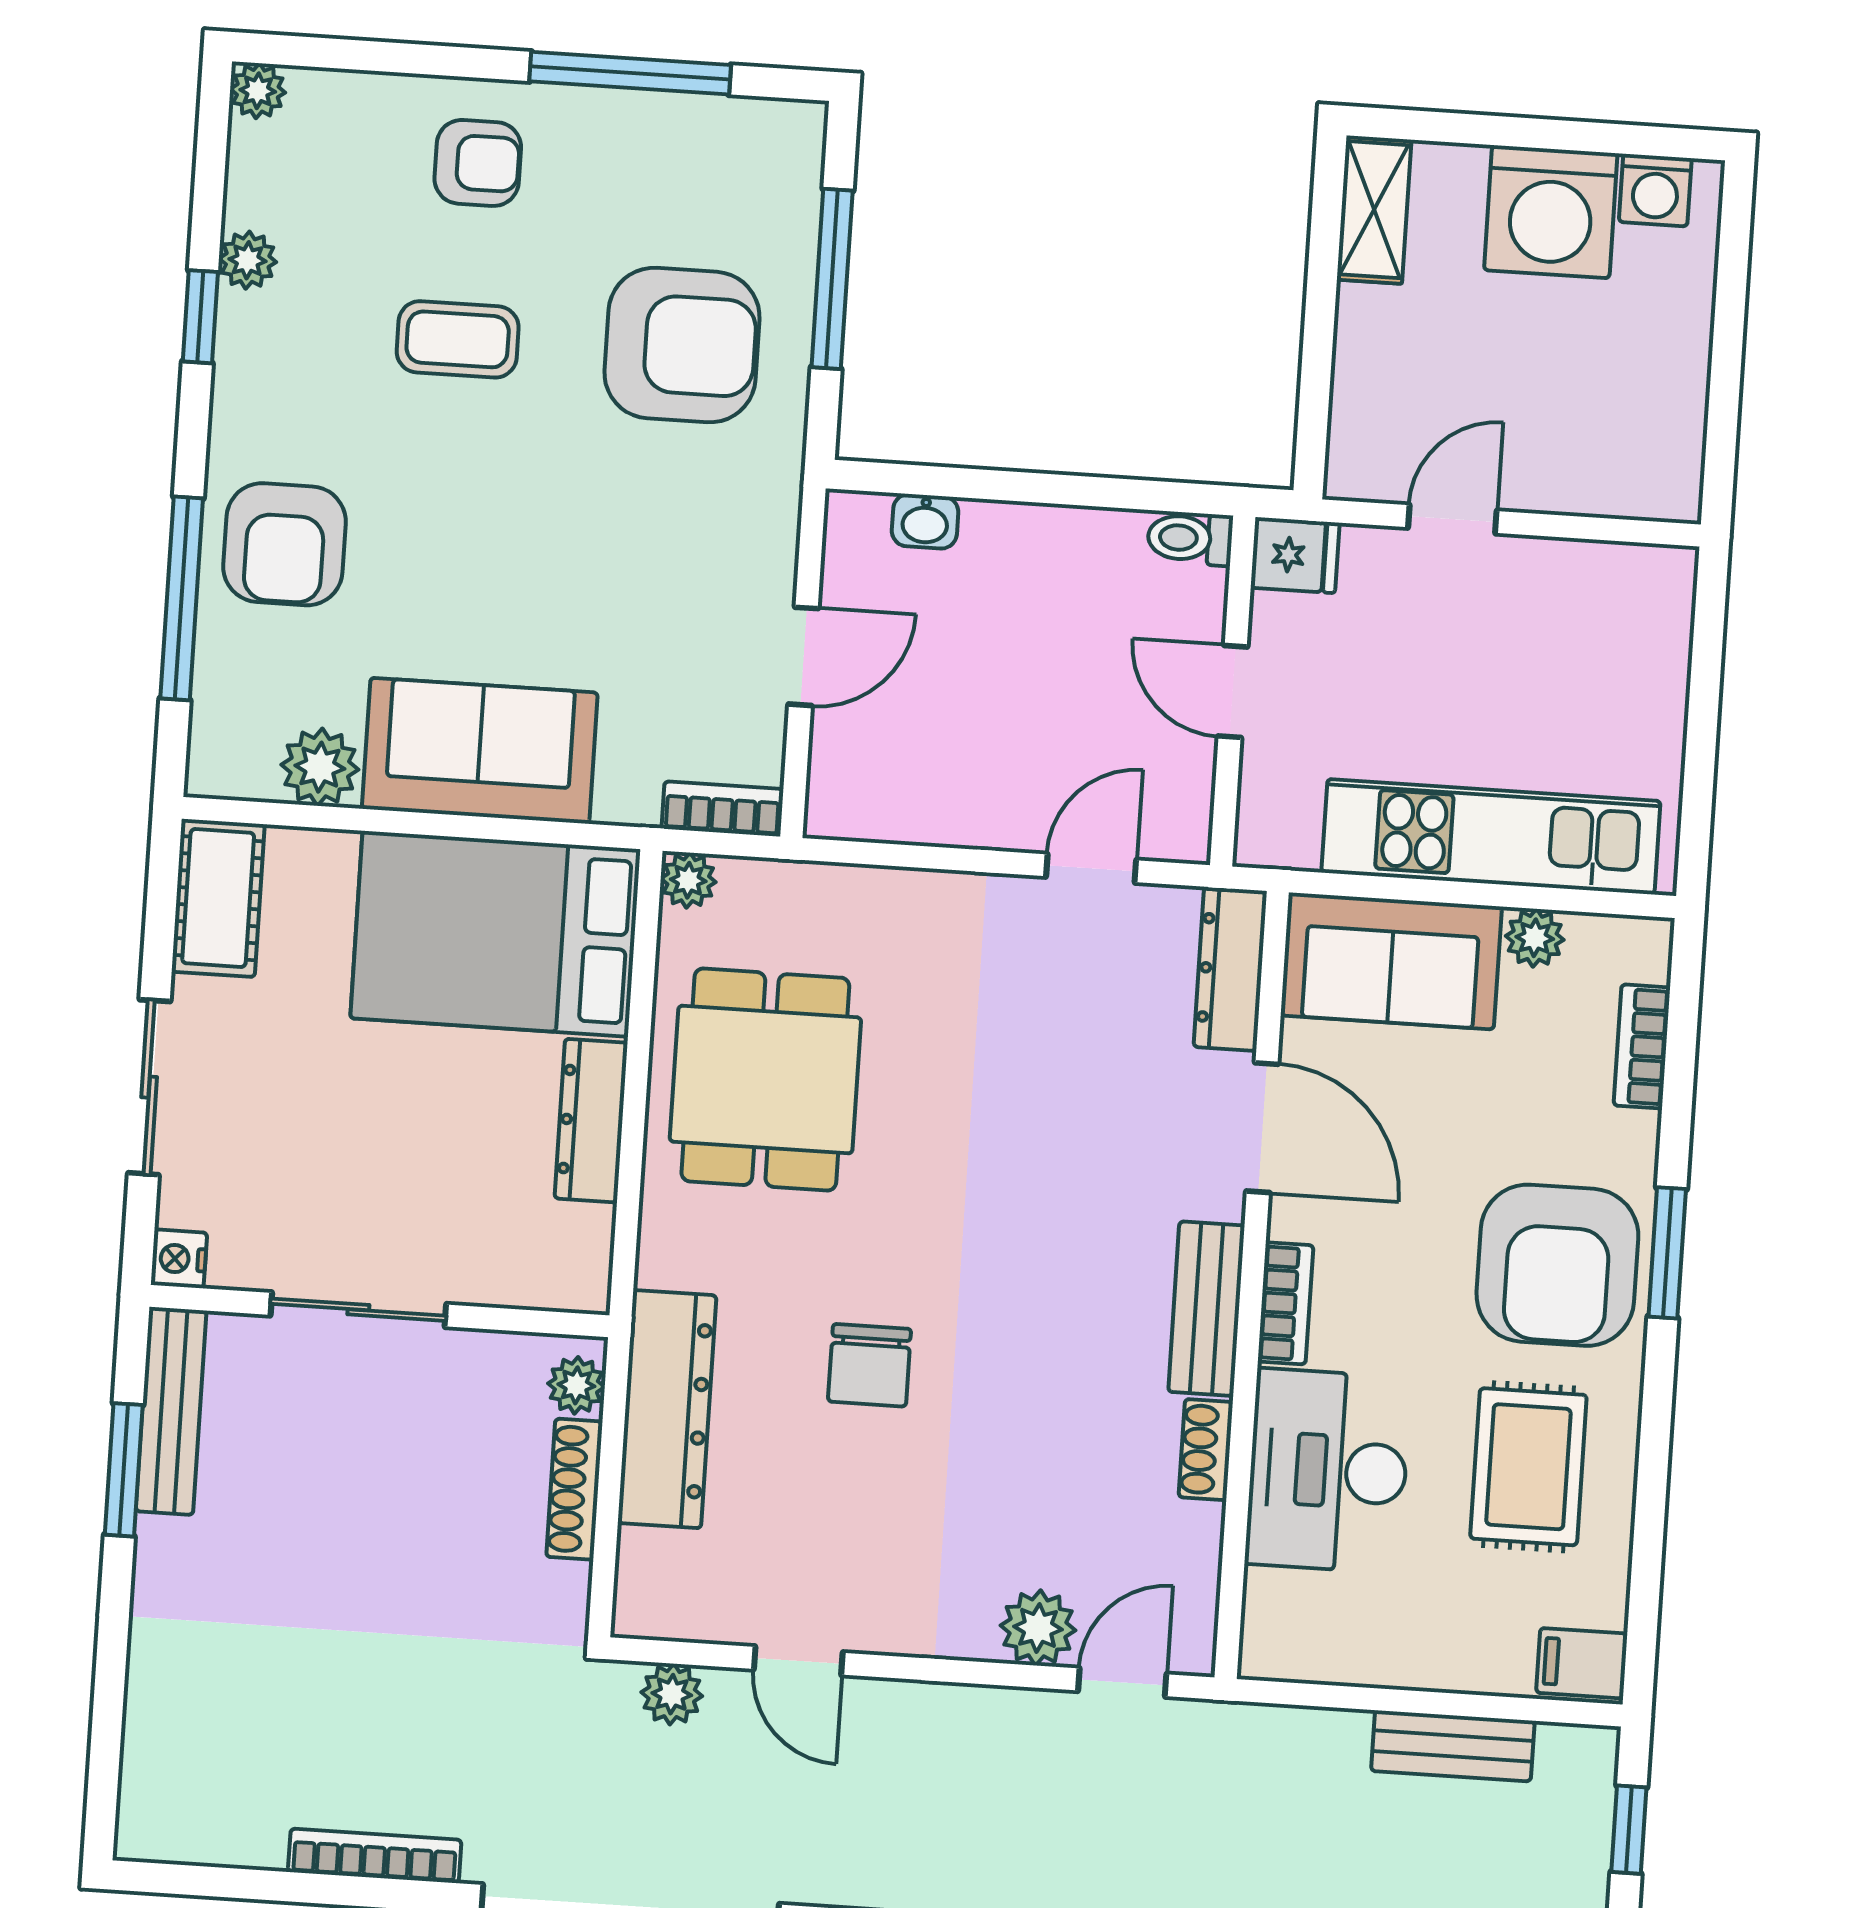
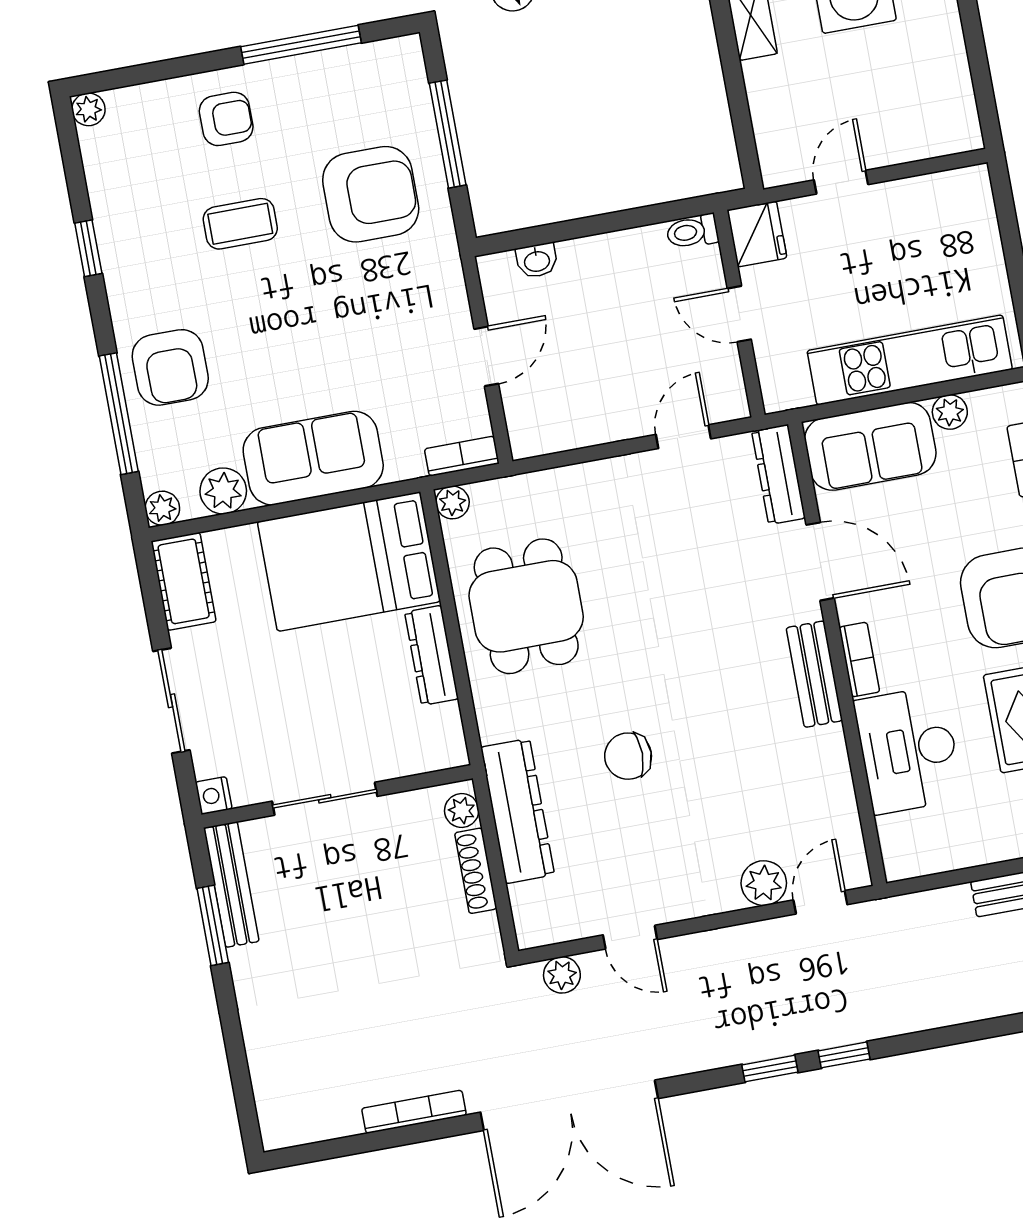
plant: (248, 260) -> (162, 508), moved
fridge: (1295, 555) -> (757, 234), width x1.38
chair: (869, 1365) -> (628, 756), turned 90
shoe rack: (1206, 1450) -> (835, 756), removed

